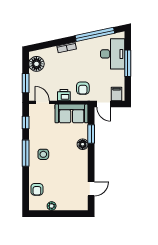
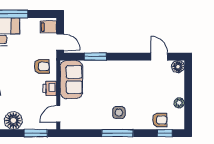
door: (104, 104) -> (60, 42), hinge flipped
window: (26, 122) -> (165, 133), moved
floor lamp: (83, 144) -> (178, 67), moved

